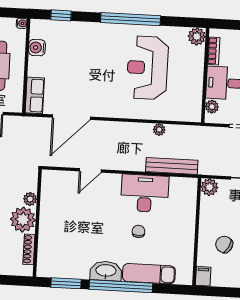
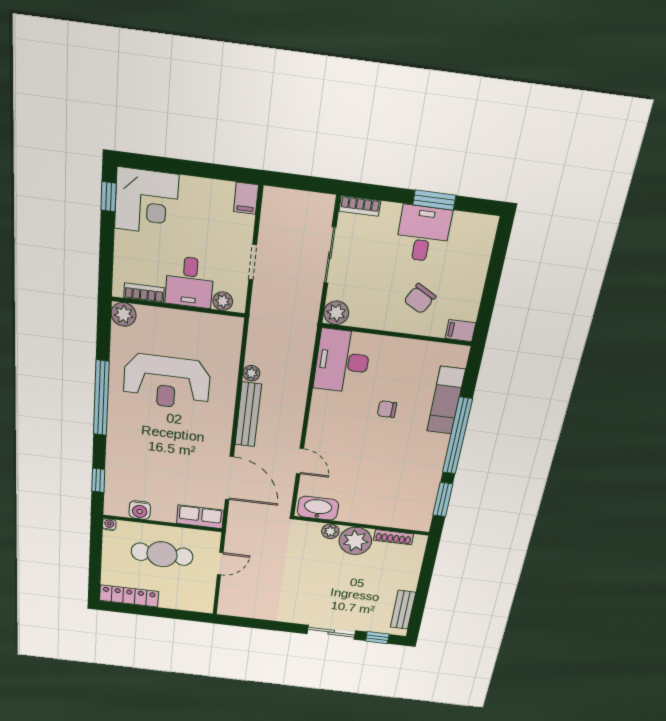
bench: (172, 166) -> (248, 415), moved
desk: (145, 193) -> (342, 361), moved
washbasin: (106, 271) -> (318, 508), moved, turned 90

